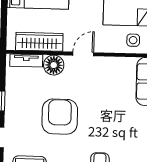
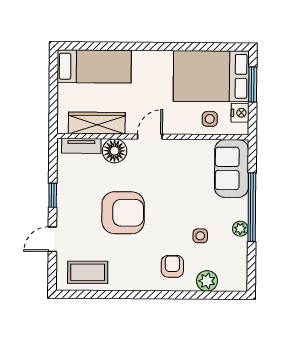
armchair: (60, 117) -> (123, 213), turned 90
side table: (123, 137) -> (200, 236), added

